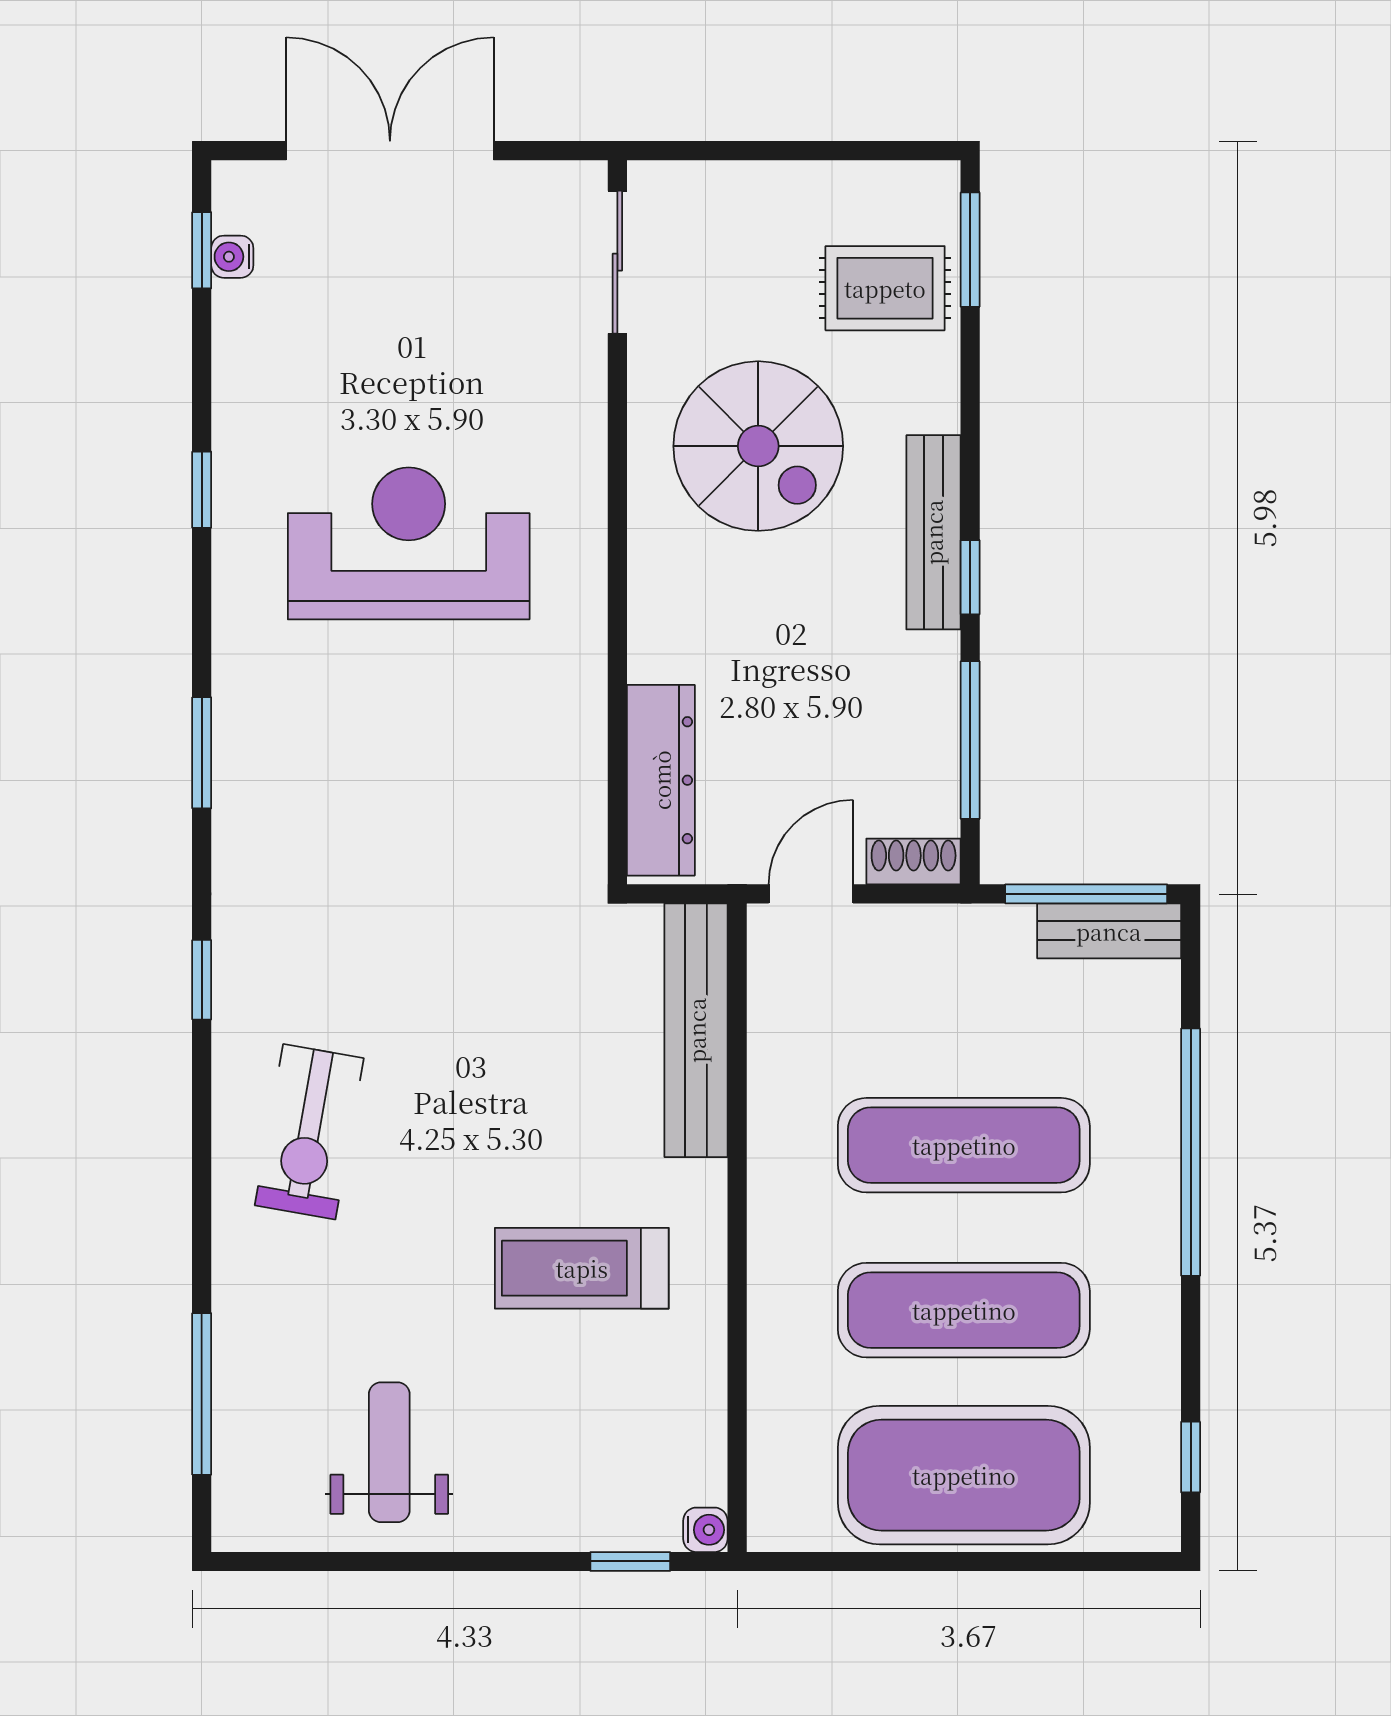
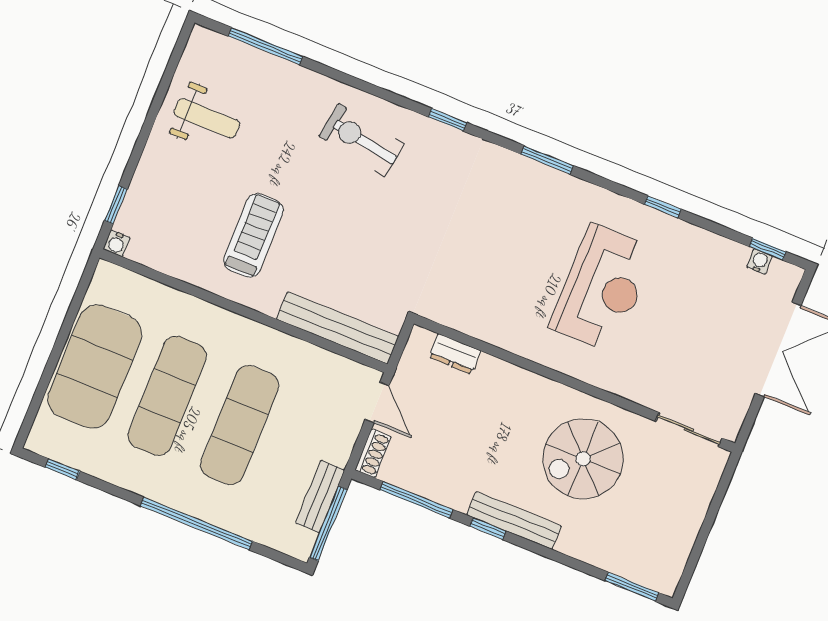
rug: (885, 288) -> (630, 543), removed
dresser: (661, 780) -> (455, 354), width x0.51, depth x0.80
bench: (1109, 931) -> (320, 497), moved

